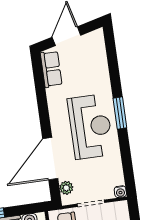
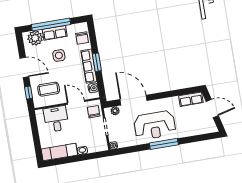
window: (120, 113) -> (164, 144), width x1.44

